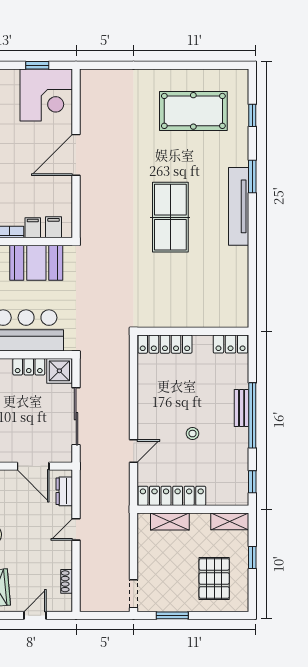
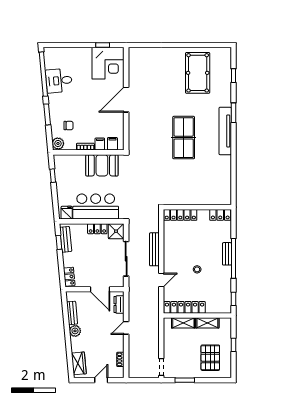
pool table: (193, 111) -> (198, 73), turned 90
bench: (122, 401) -> (154, 249), added
shelving: (230, 521) -> (207, 323), moved

